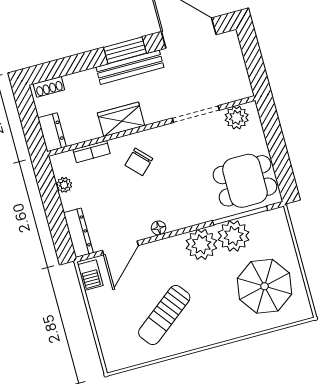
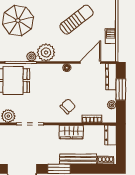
bench: (130, 67) -> (78, 159), moved
window: (56, 216) -> (121, 89), added
plant: (234, 236) -> (31, 57), width x0.53, depth x0.53
barbecue: (90, 275) -> (111, 36), moved

